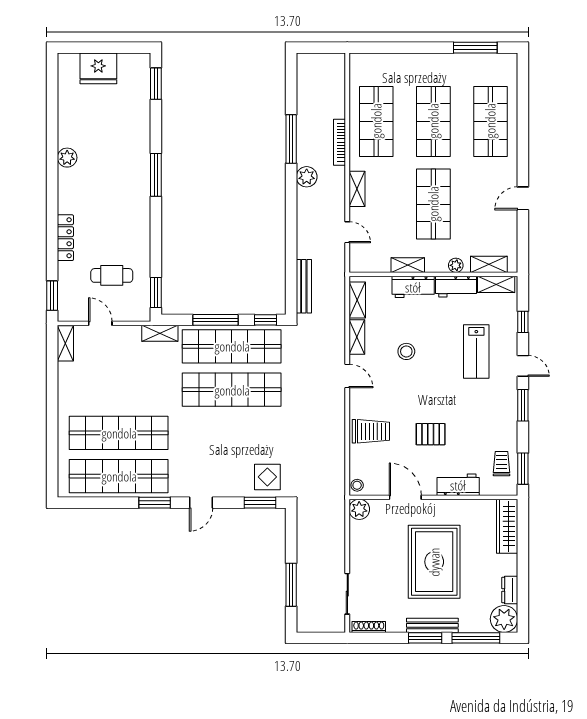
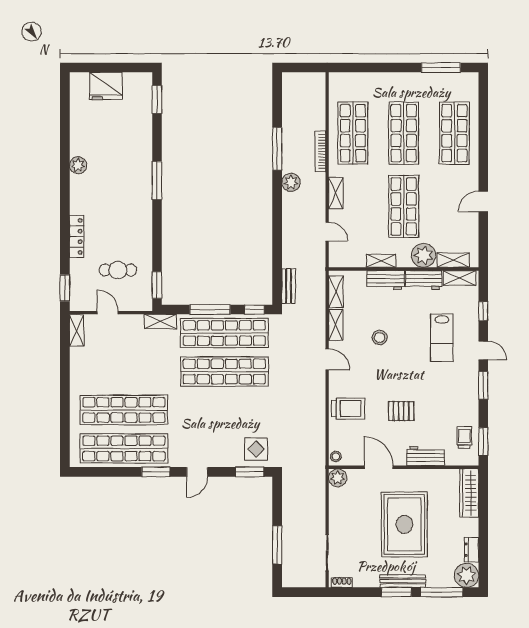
plant: (456, 265) -> (424, 255), width x1.87, depth x1.87
bench: (304, 286) -> (289, 286), width x0.73
shoe rack: (369, 627) -> (342, 582), width x0.70

